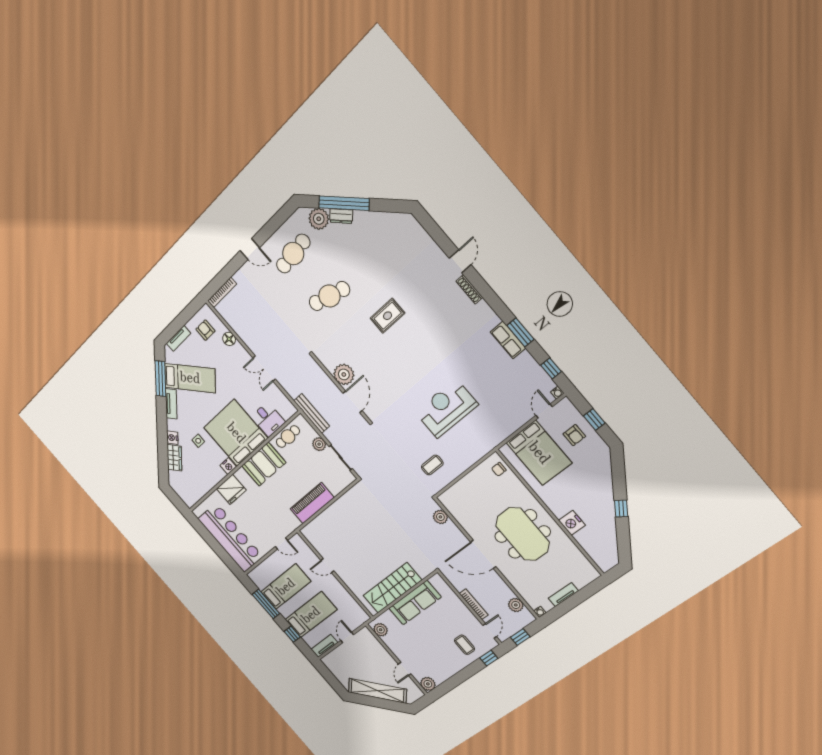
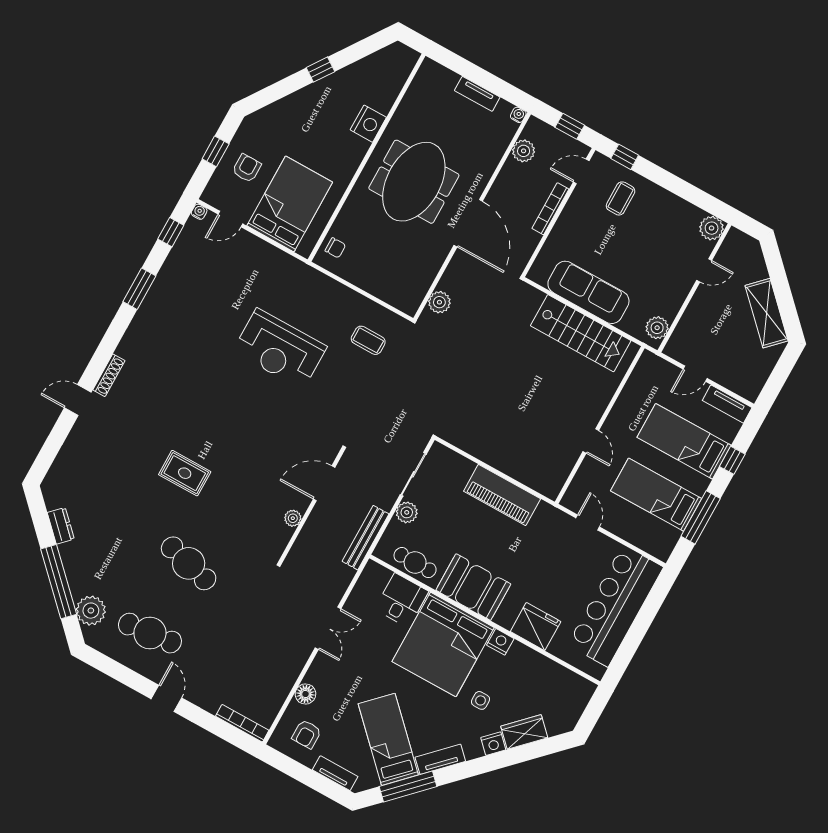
dresser: (341, 216) -> (61, 526), moved
row of seats: (508, 340) -> (155, 301), removed
plant: (344, 374) -> (293, 518), width x0.53, depth x0.53
shelving: (377, 691) -> (767, 313), width x0.68

